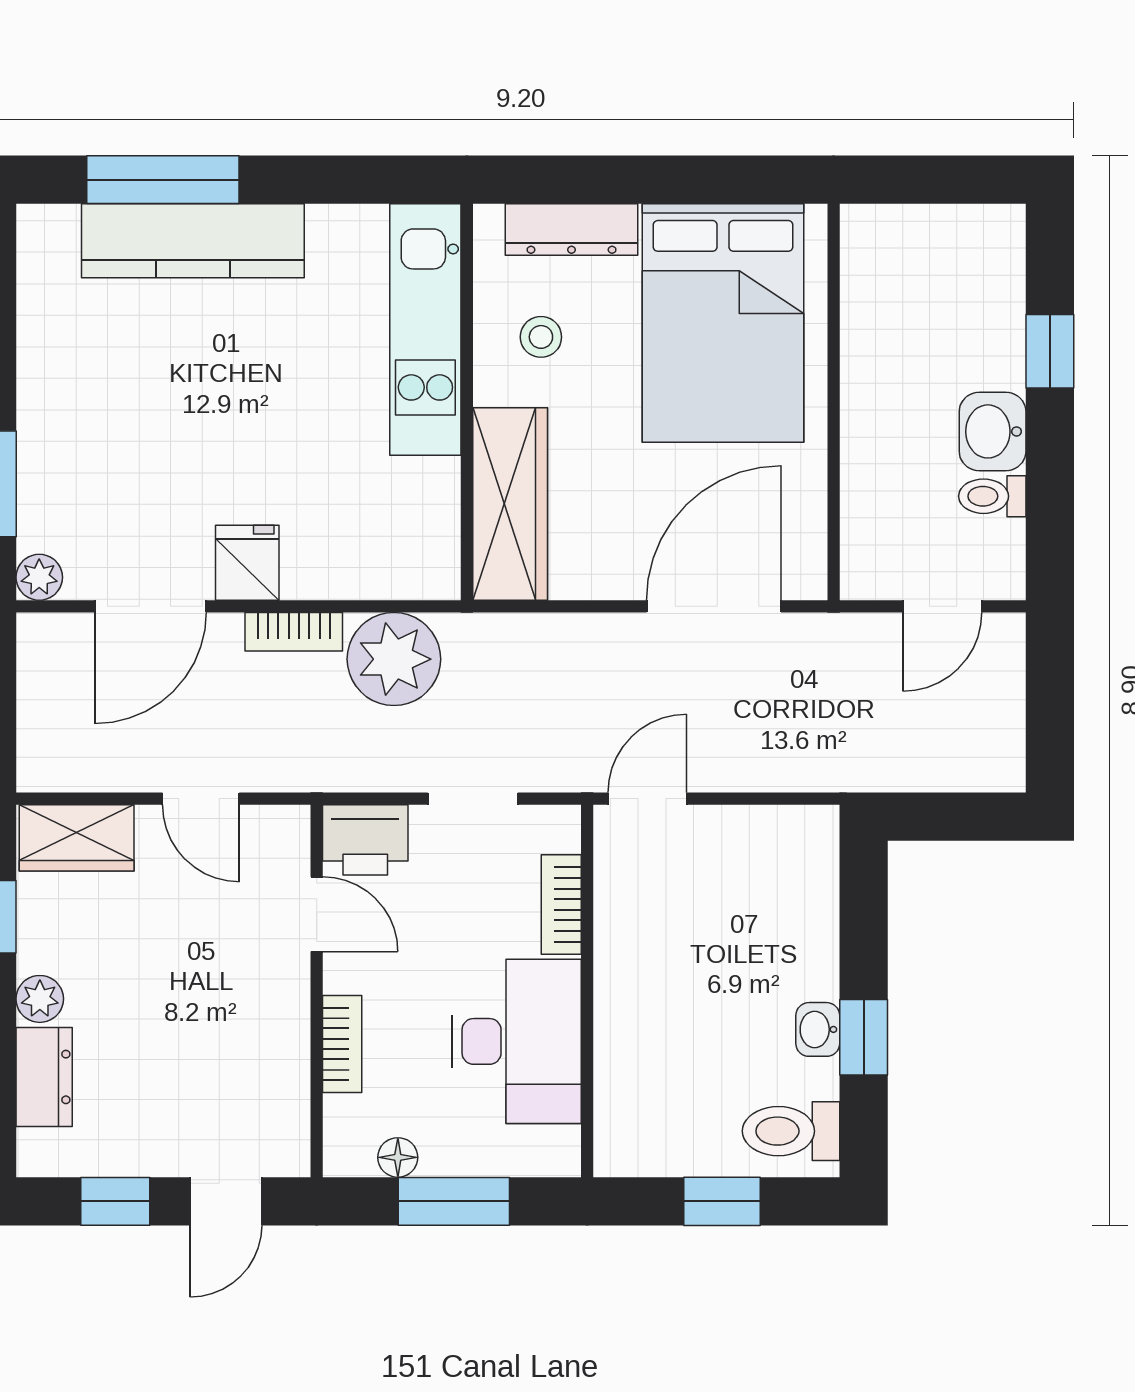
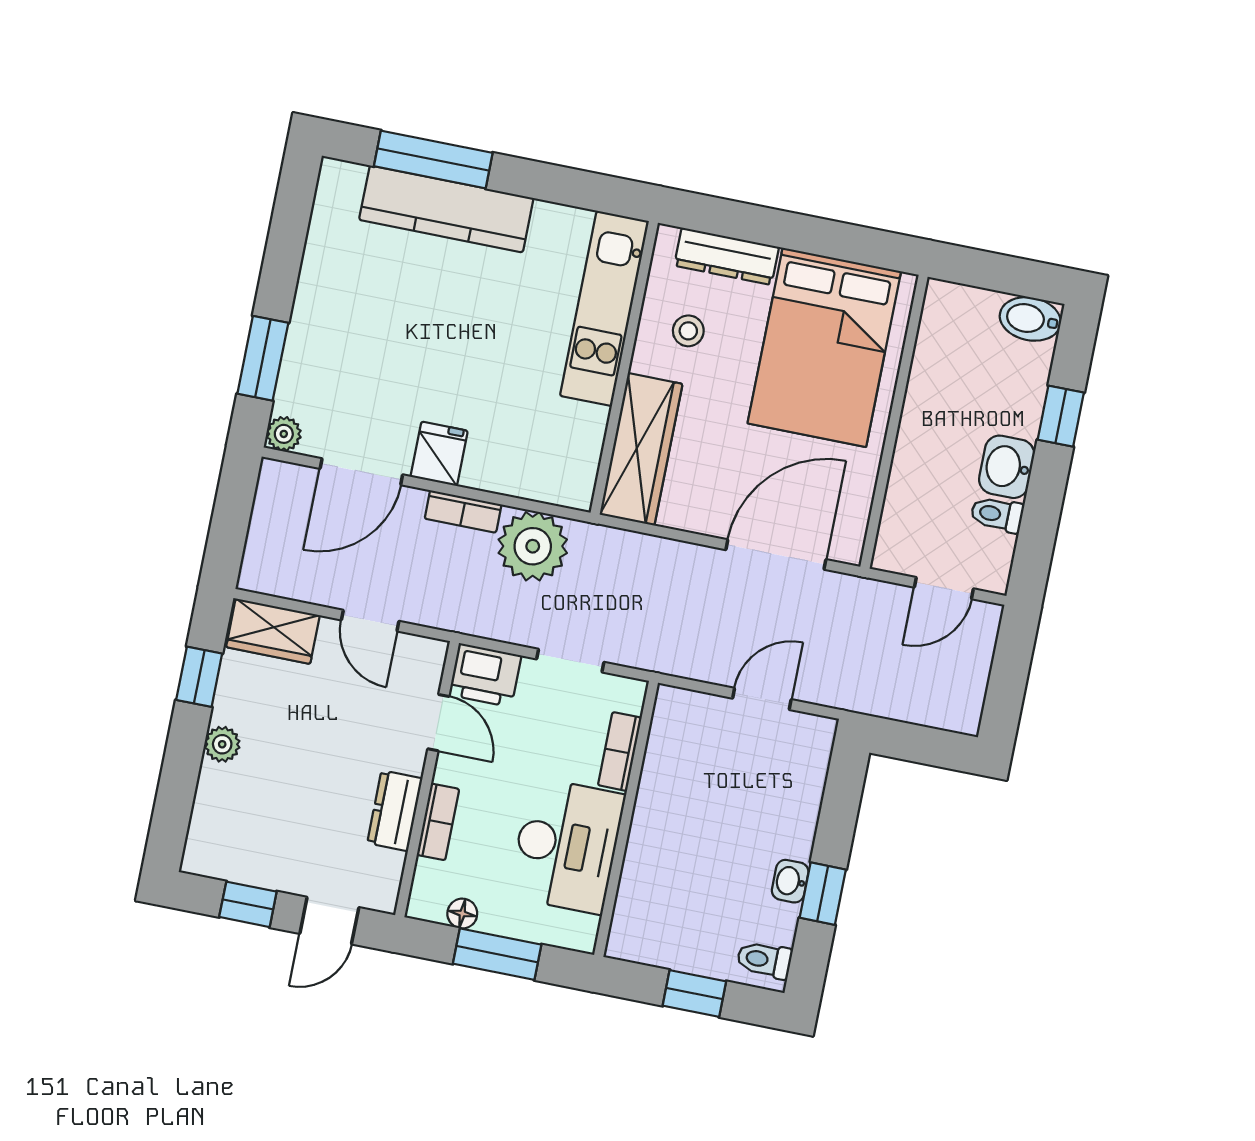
bidet: (985, 232) -> (1030, 319), added
door: (647, 799) -> (762, 699), moved
dresser: (44, 1077) -> (395, 811), moved, turned 180
toilet: (791, 1131) -> (764, 960), width x0.73, depth x0.72

